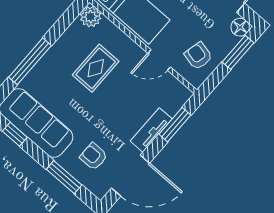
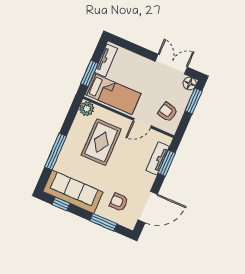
rug: (96, 68) -> (101, 142), width x1.36, depth x1.43
tv unit: (151, 130) -> (158, 158), moved

